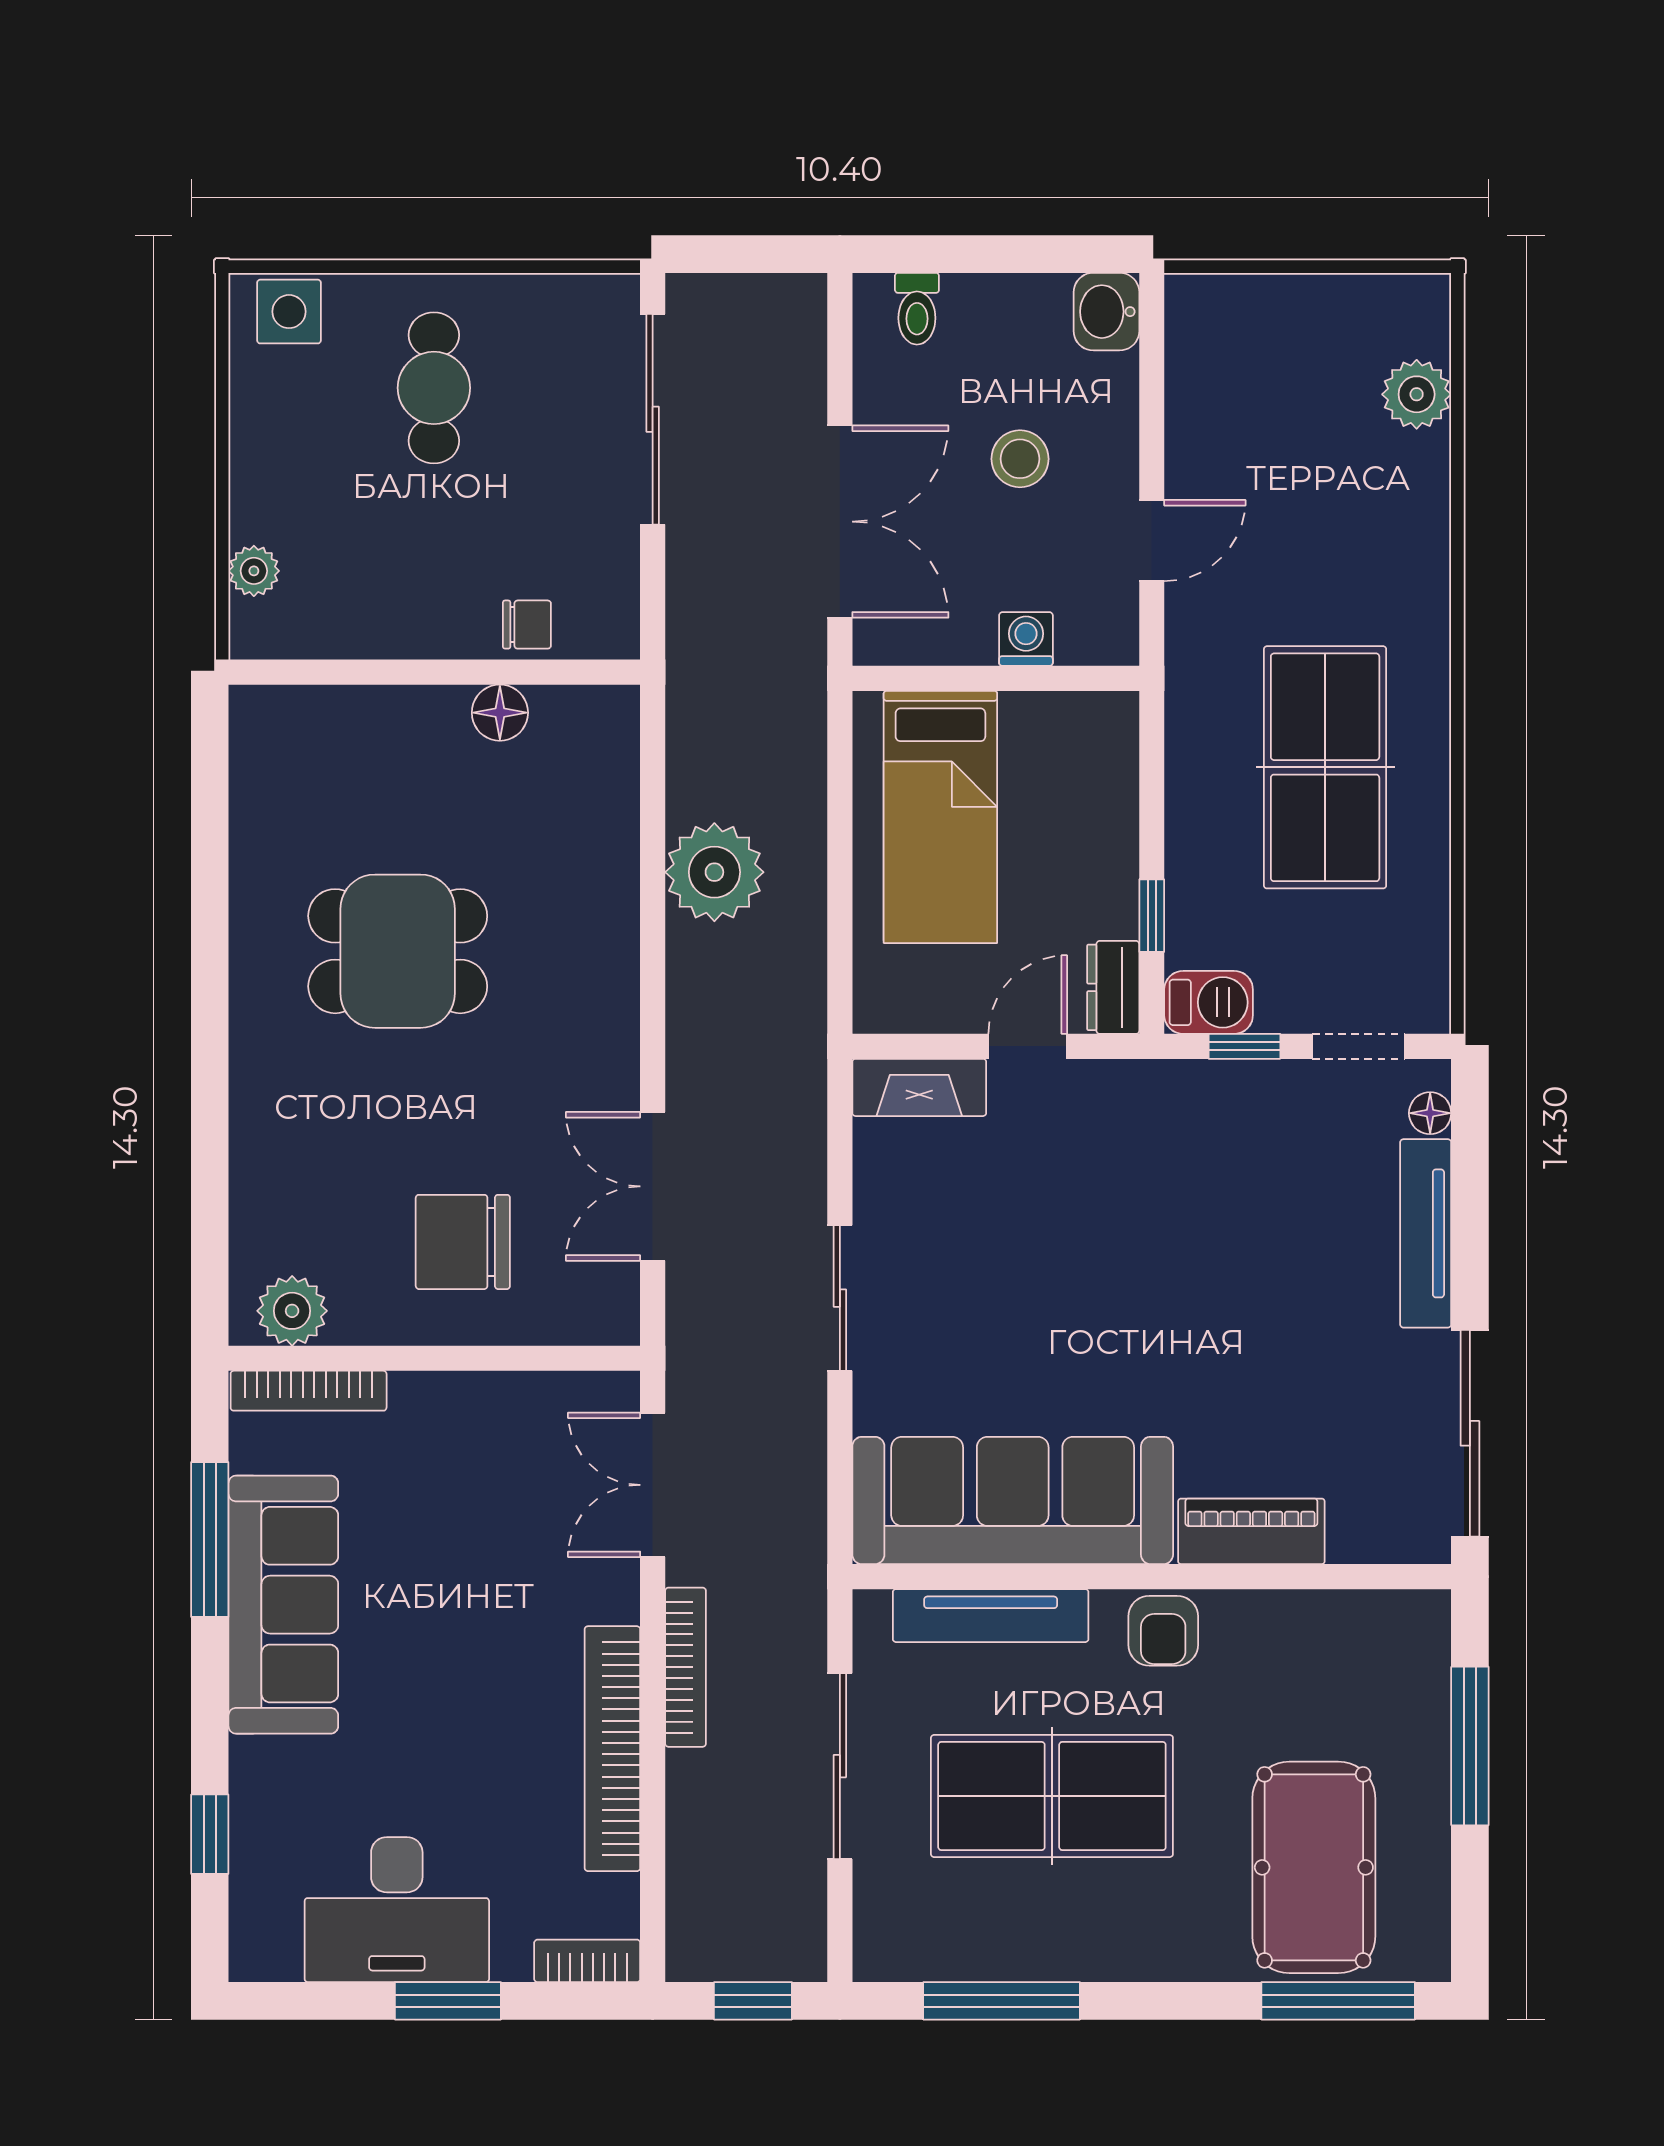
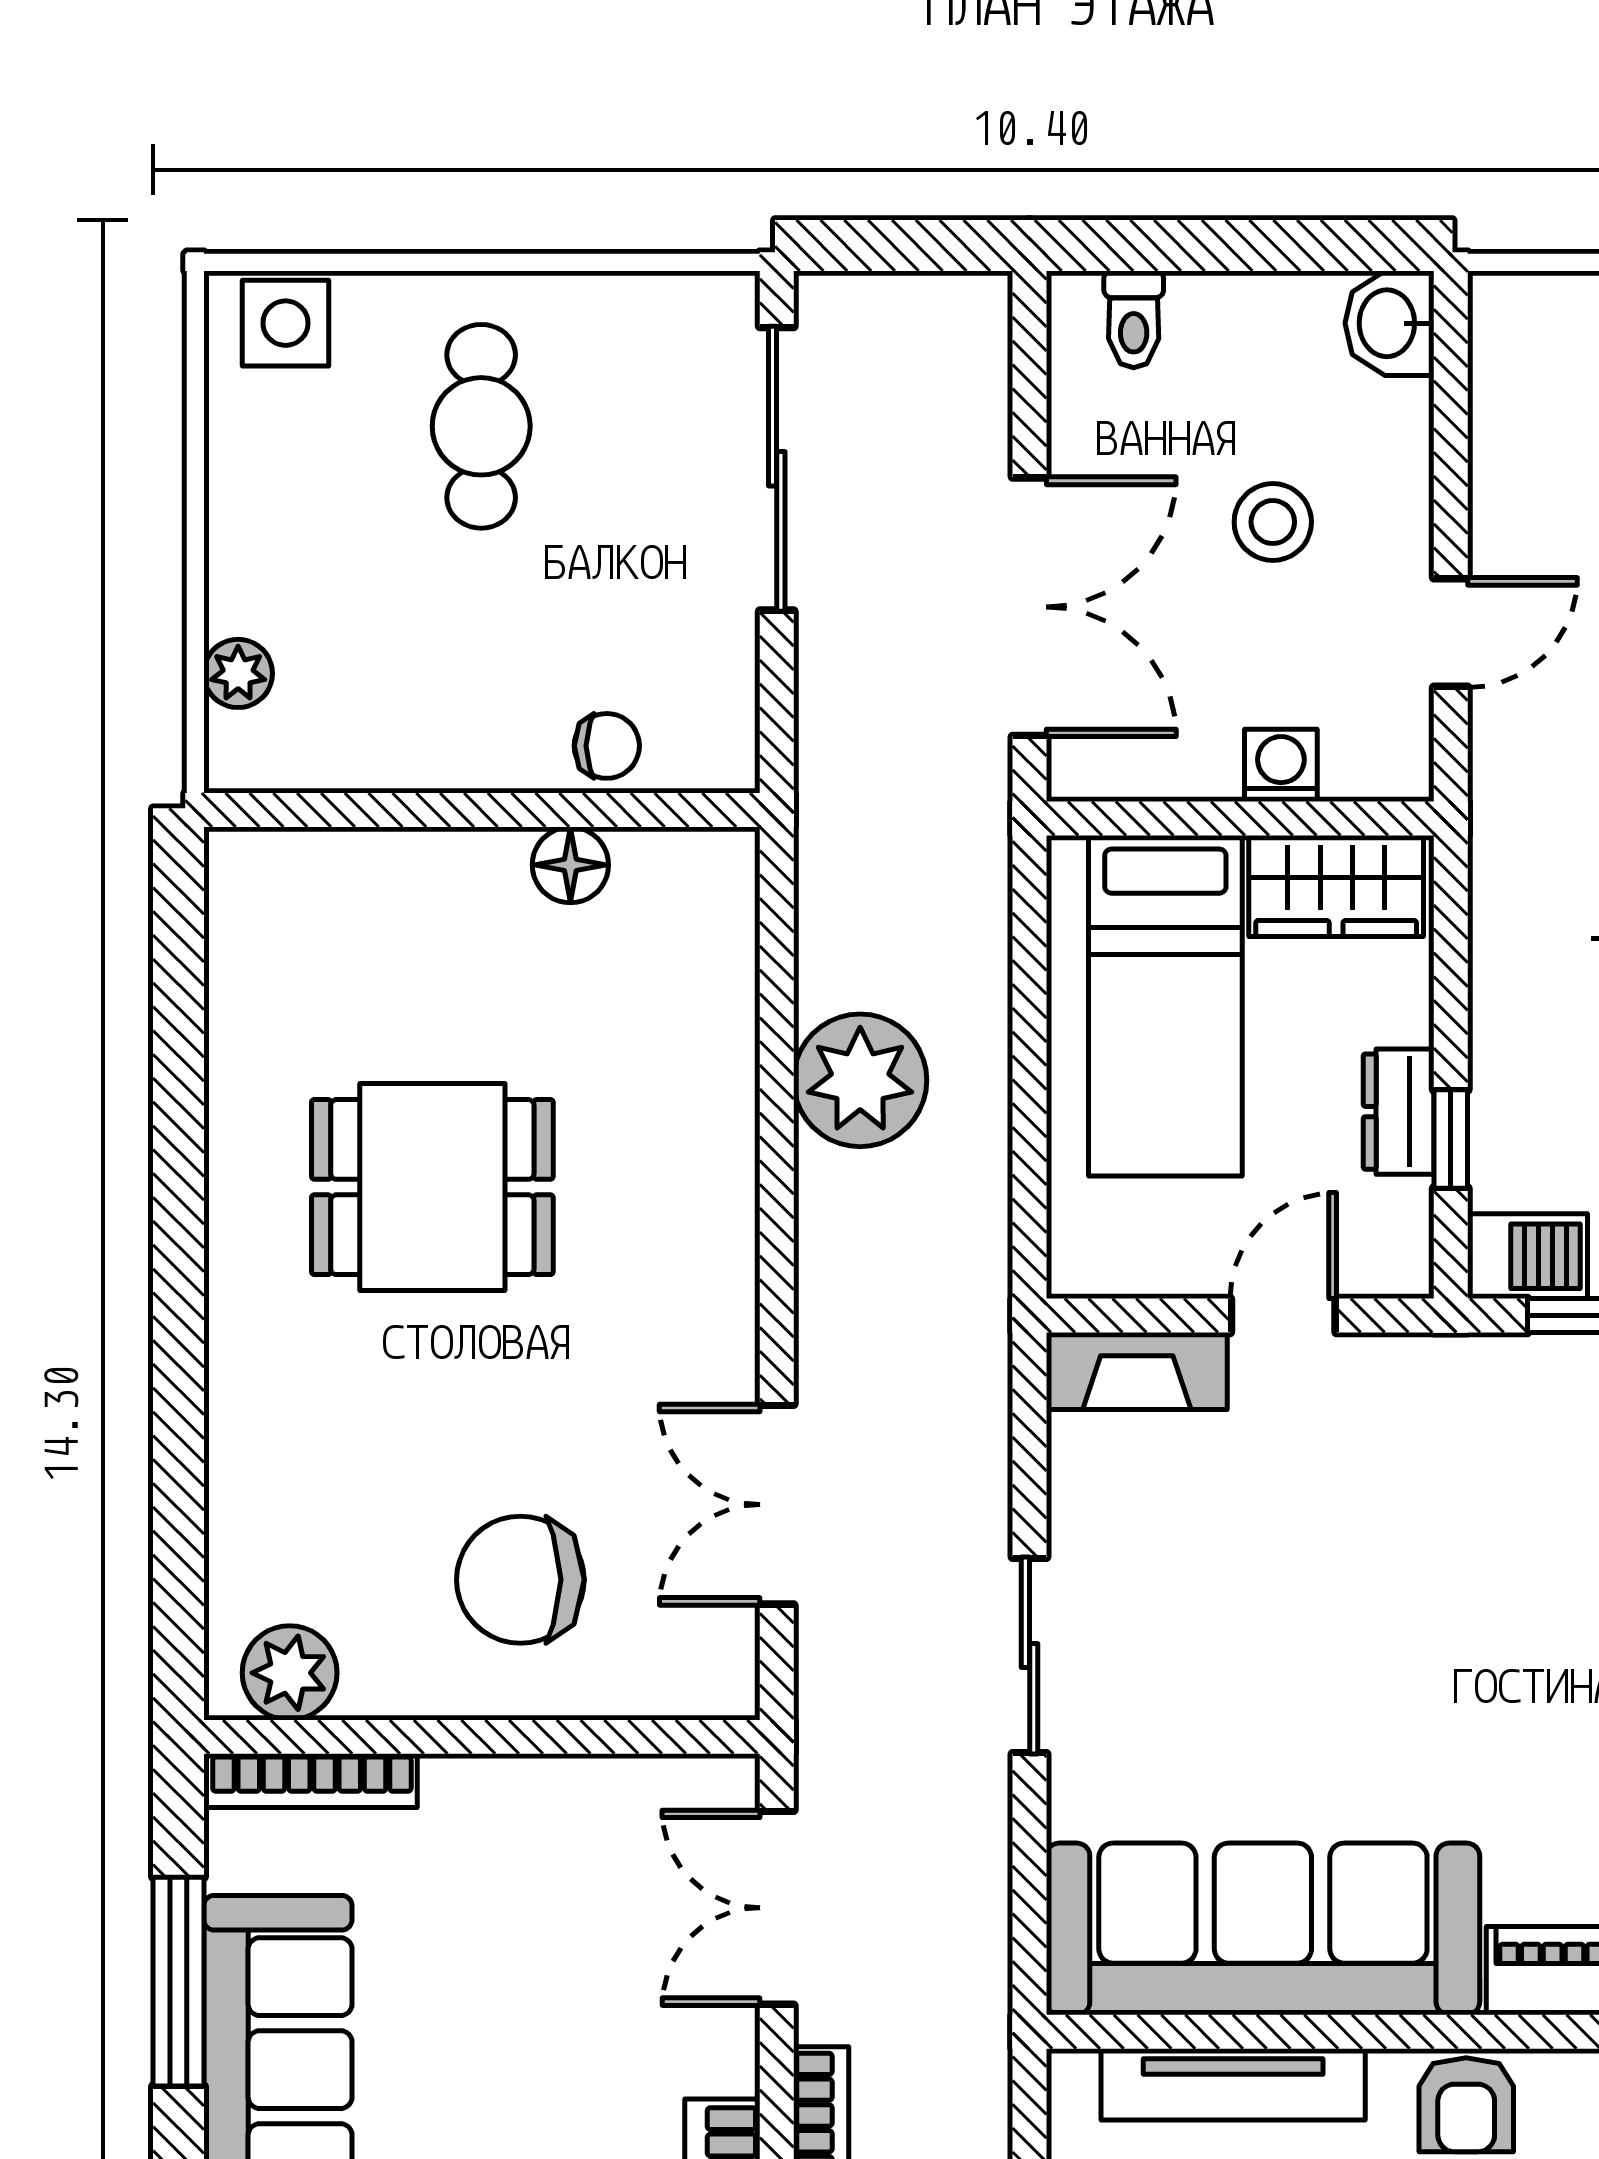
wardrobe: (1067, 728) -> (1336, 886), added
dresser: (1113, 987) -> (1399, 1112), moved

